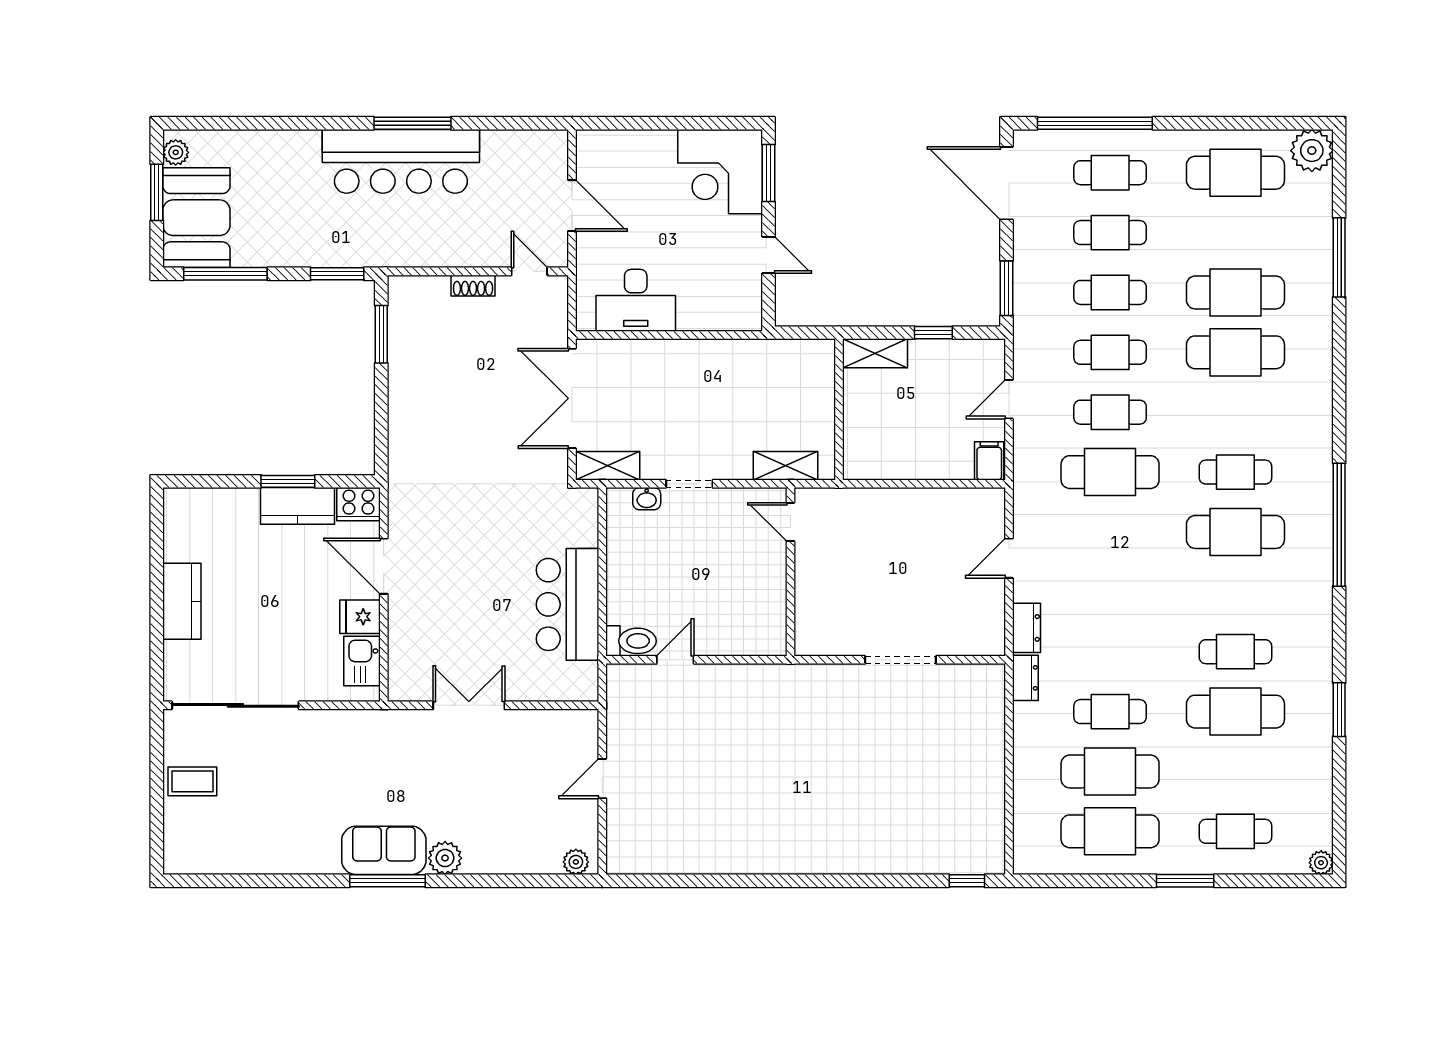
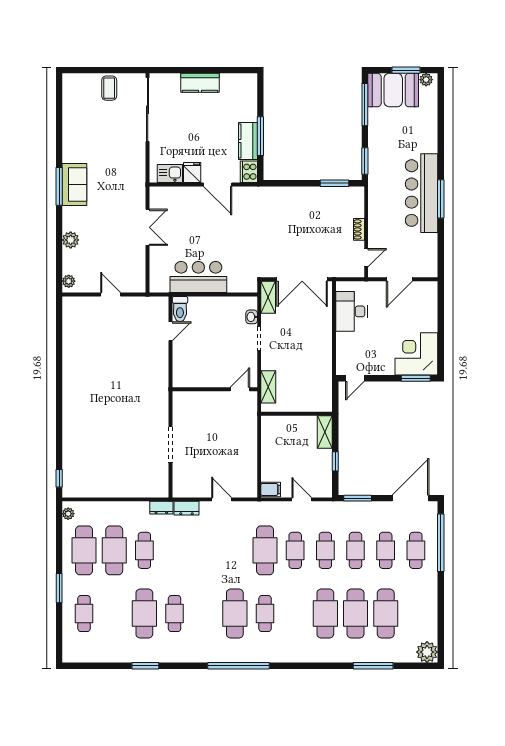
cafe table: (1235, 173) -> (386, 614), moved
door: (769, 255) -> (355, 378), moved
double door: (572, 398) -> (302, 279), swing flipped
window: (288, 481) -> (260, 136), width x1.44
door: (384, 566) -> (218, 184), swing flipped
door: (675, 660) -> (170, 331), hinge flipped
plant: (445, 858) -> (71, 240), moved
plant: (1321, 863) -> (68, 514), moved

